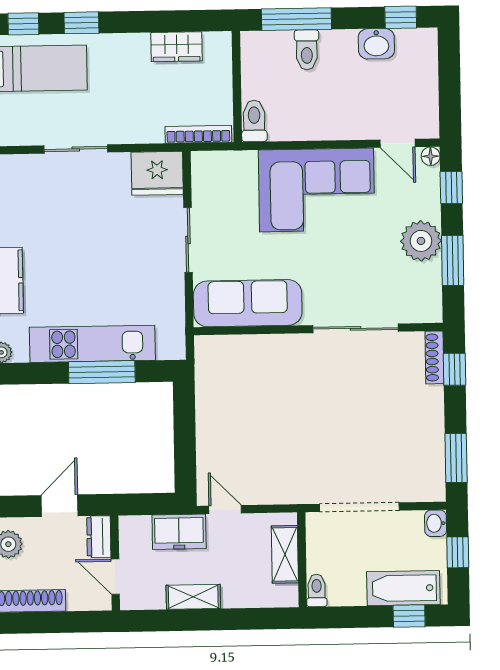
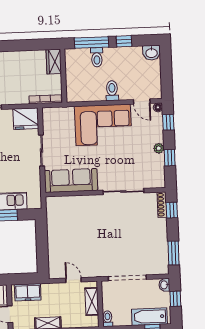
window: (401, 17) -> (124, 41), moved
washbasin: (376, 44) -> (152, 53), moved
wardrobe: (176, 47) -> (54, 62), moved, turned 90
toilet: (254, 121) -> (112, 91), moved
plant: (421, 241) -> (159, 148), width x0.53, depth x0.53
window: (453, 260) -> (170, 158), width x0.67
door: (225, 510) -> (73, 280), moved
freezer: (179, 532) -> (28, 292), moved

